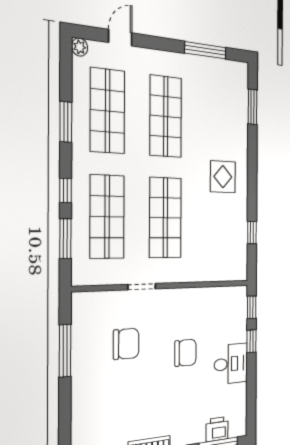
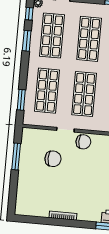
window: (66, 190) -> (29, 14), moved
chair: (185, 353) -> (83, 142), moved

